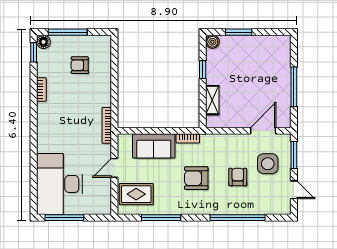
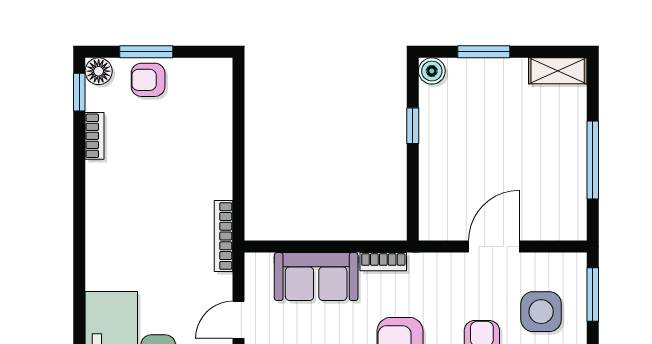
window: (68, 32) -> (146, 52), width x0.69
armchair: (80, 65) -> (148, 80), moved
bookcase: (41, 89) -> (95, 136), moved
shelving: (212, 100) -> (558, 71), moved, turned 90
door: (263, 131) -> (494, 247), moved

